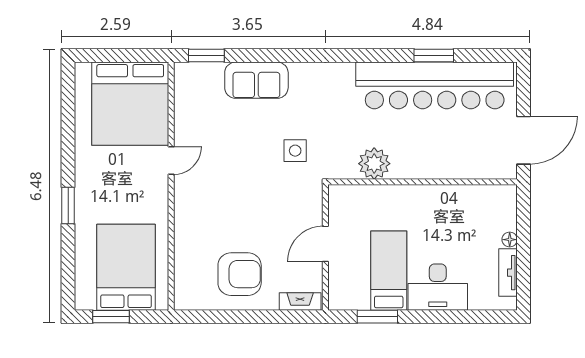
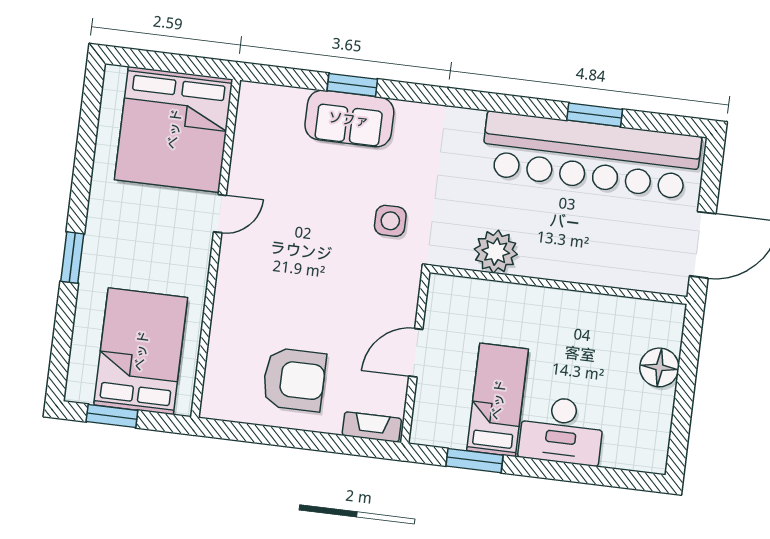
window: (206, 56) -> (352, 85), moved
floor lamp: (510, 240) -> (659, 367), width x1.89, depth x1.89
tv unit: (508, 273) -> (660, 422), removed

